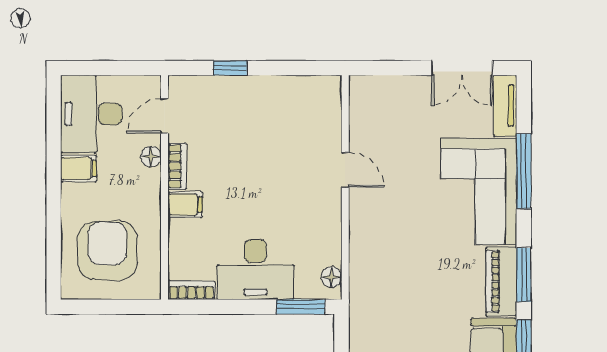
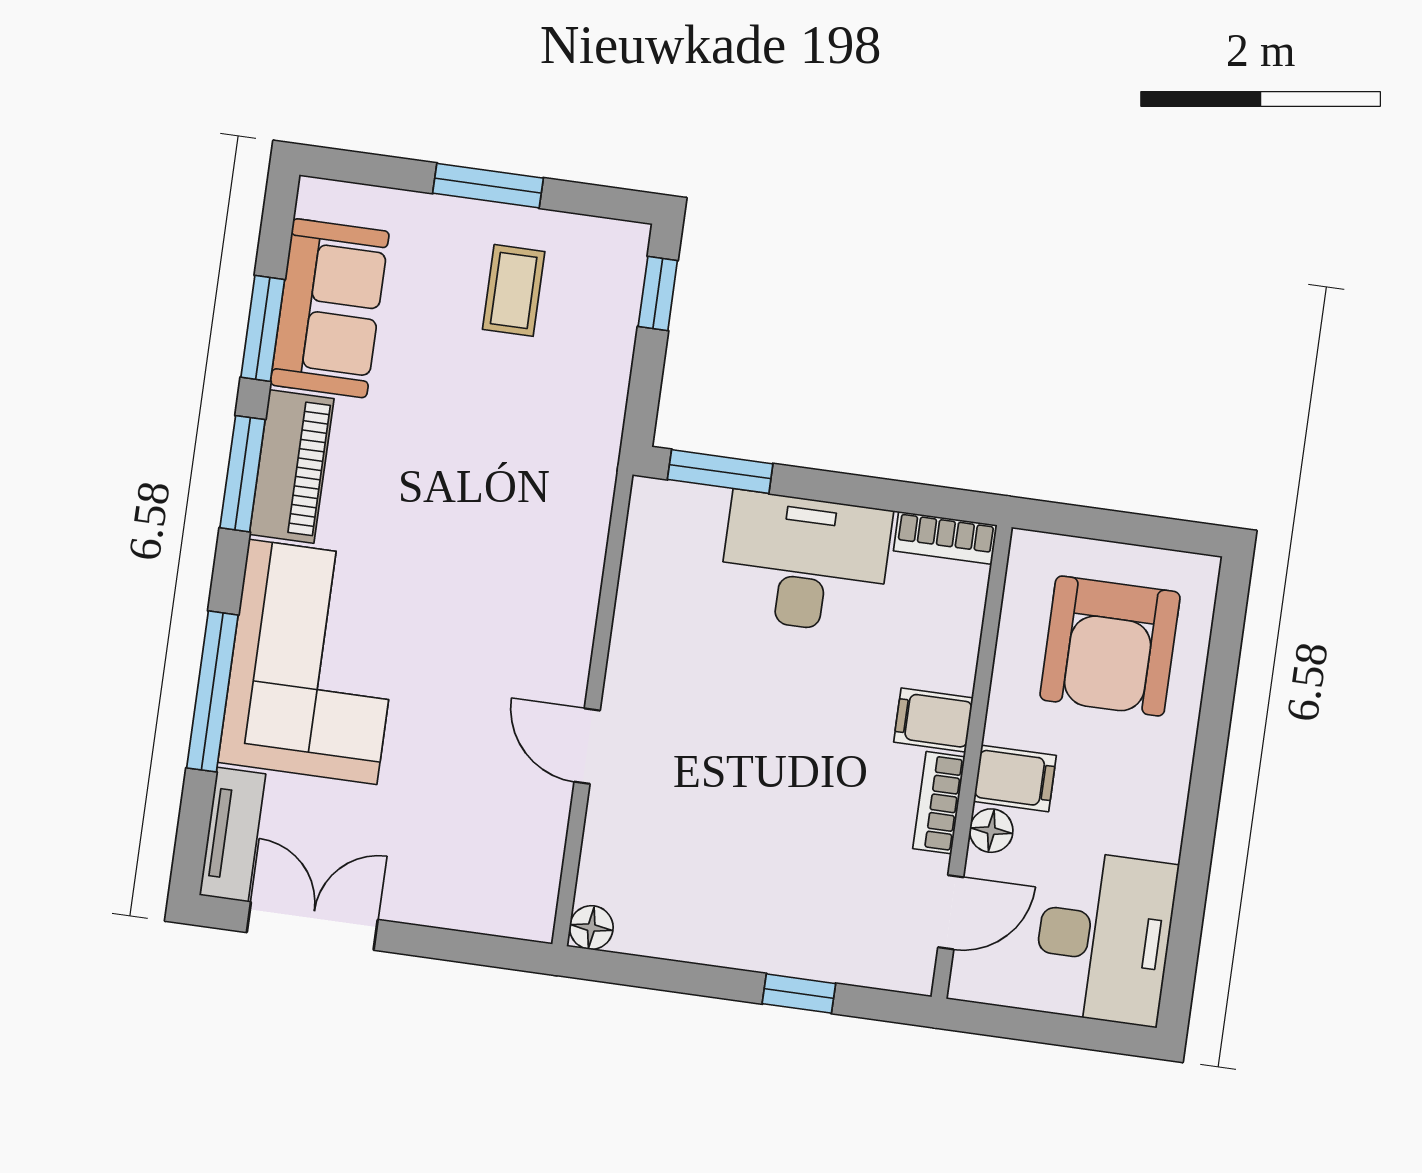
filing cabinet: (79, 169) -> (1015, 778), moved, turned 180
floor lamp: (331, 277) -> (591, 928), moved

